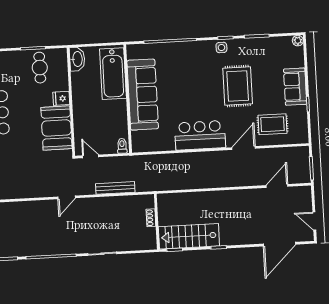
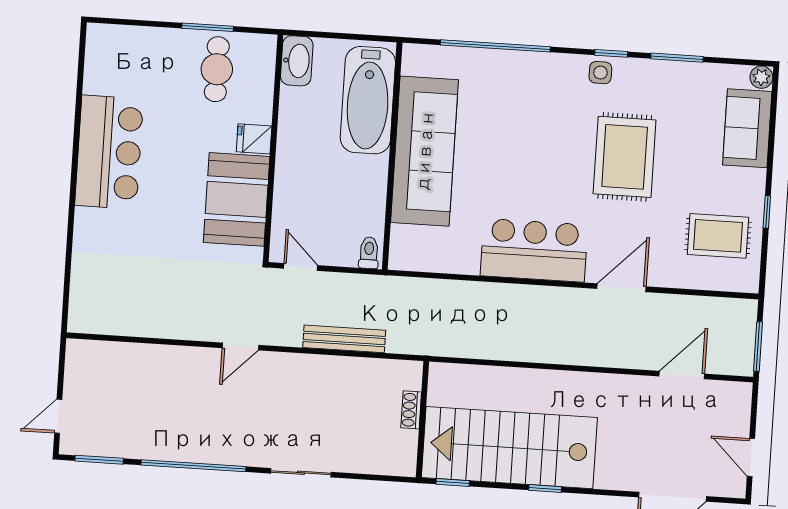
sofa: (295, 87) -> (747, 128), moved
rug: (272, 124) -> (718, 236), moved
stairs: (189, 236) -> (509, 448), width x1.36, depth x1.51

